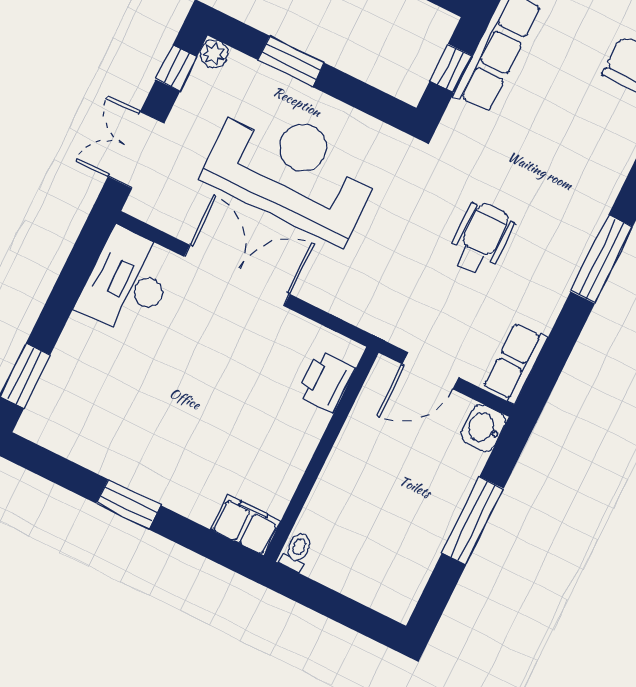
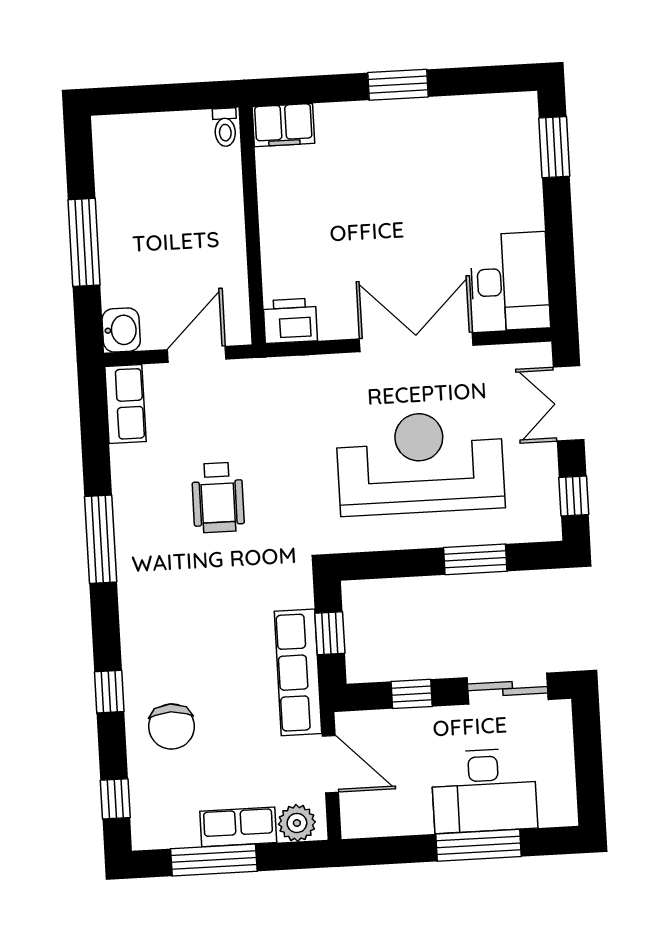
plant: (214, 54) -> (548, 527), removed
double door: (136, 150) -> (569, 403), swing flipped
reception desk: (292, 170) -> (420, 463), turned 180
double door: (237, 275) -> (416, 342), swing flipped
printer: (326, 382) -> (290, 321), moved, turned -90

